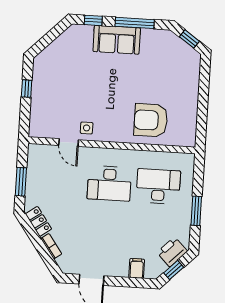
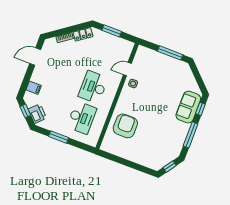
sofa: (117, 40) -> (188, 107), moved
window: (27, 89) -> (170, 53), width x2.17

